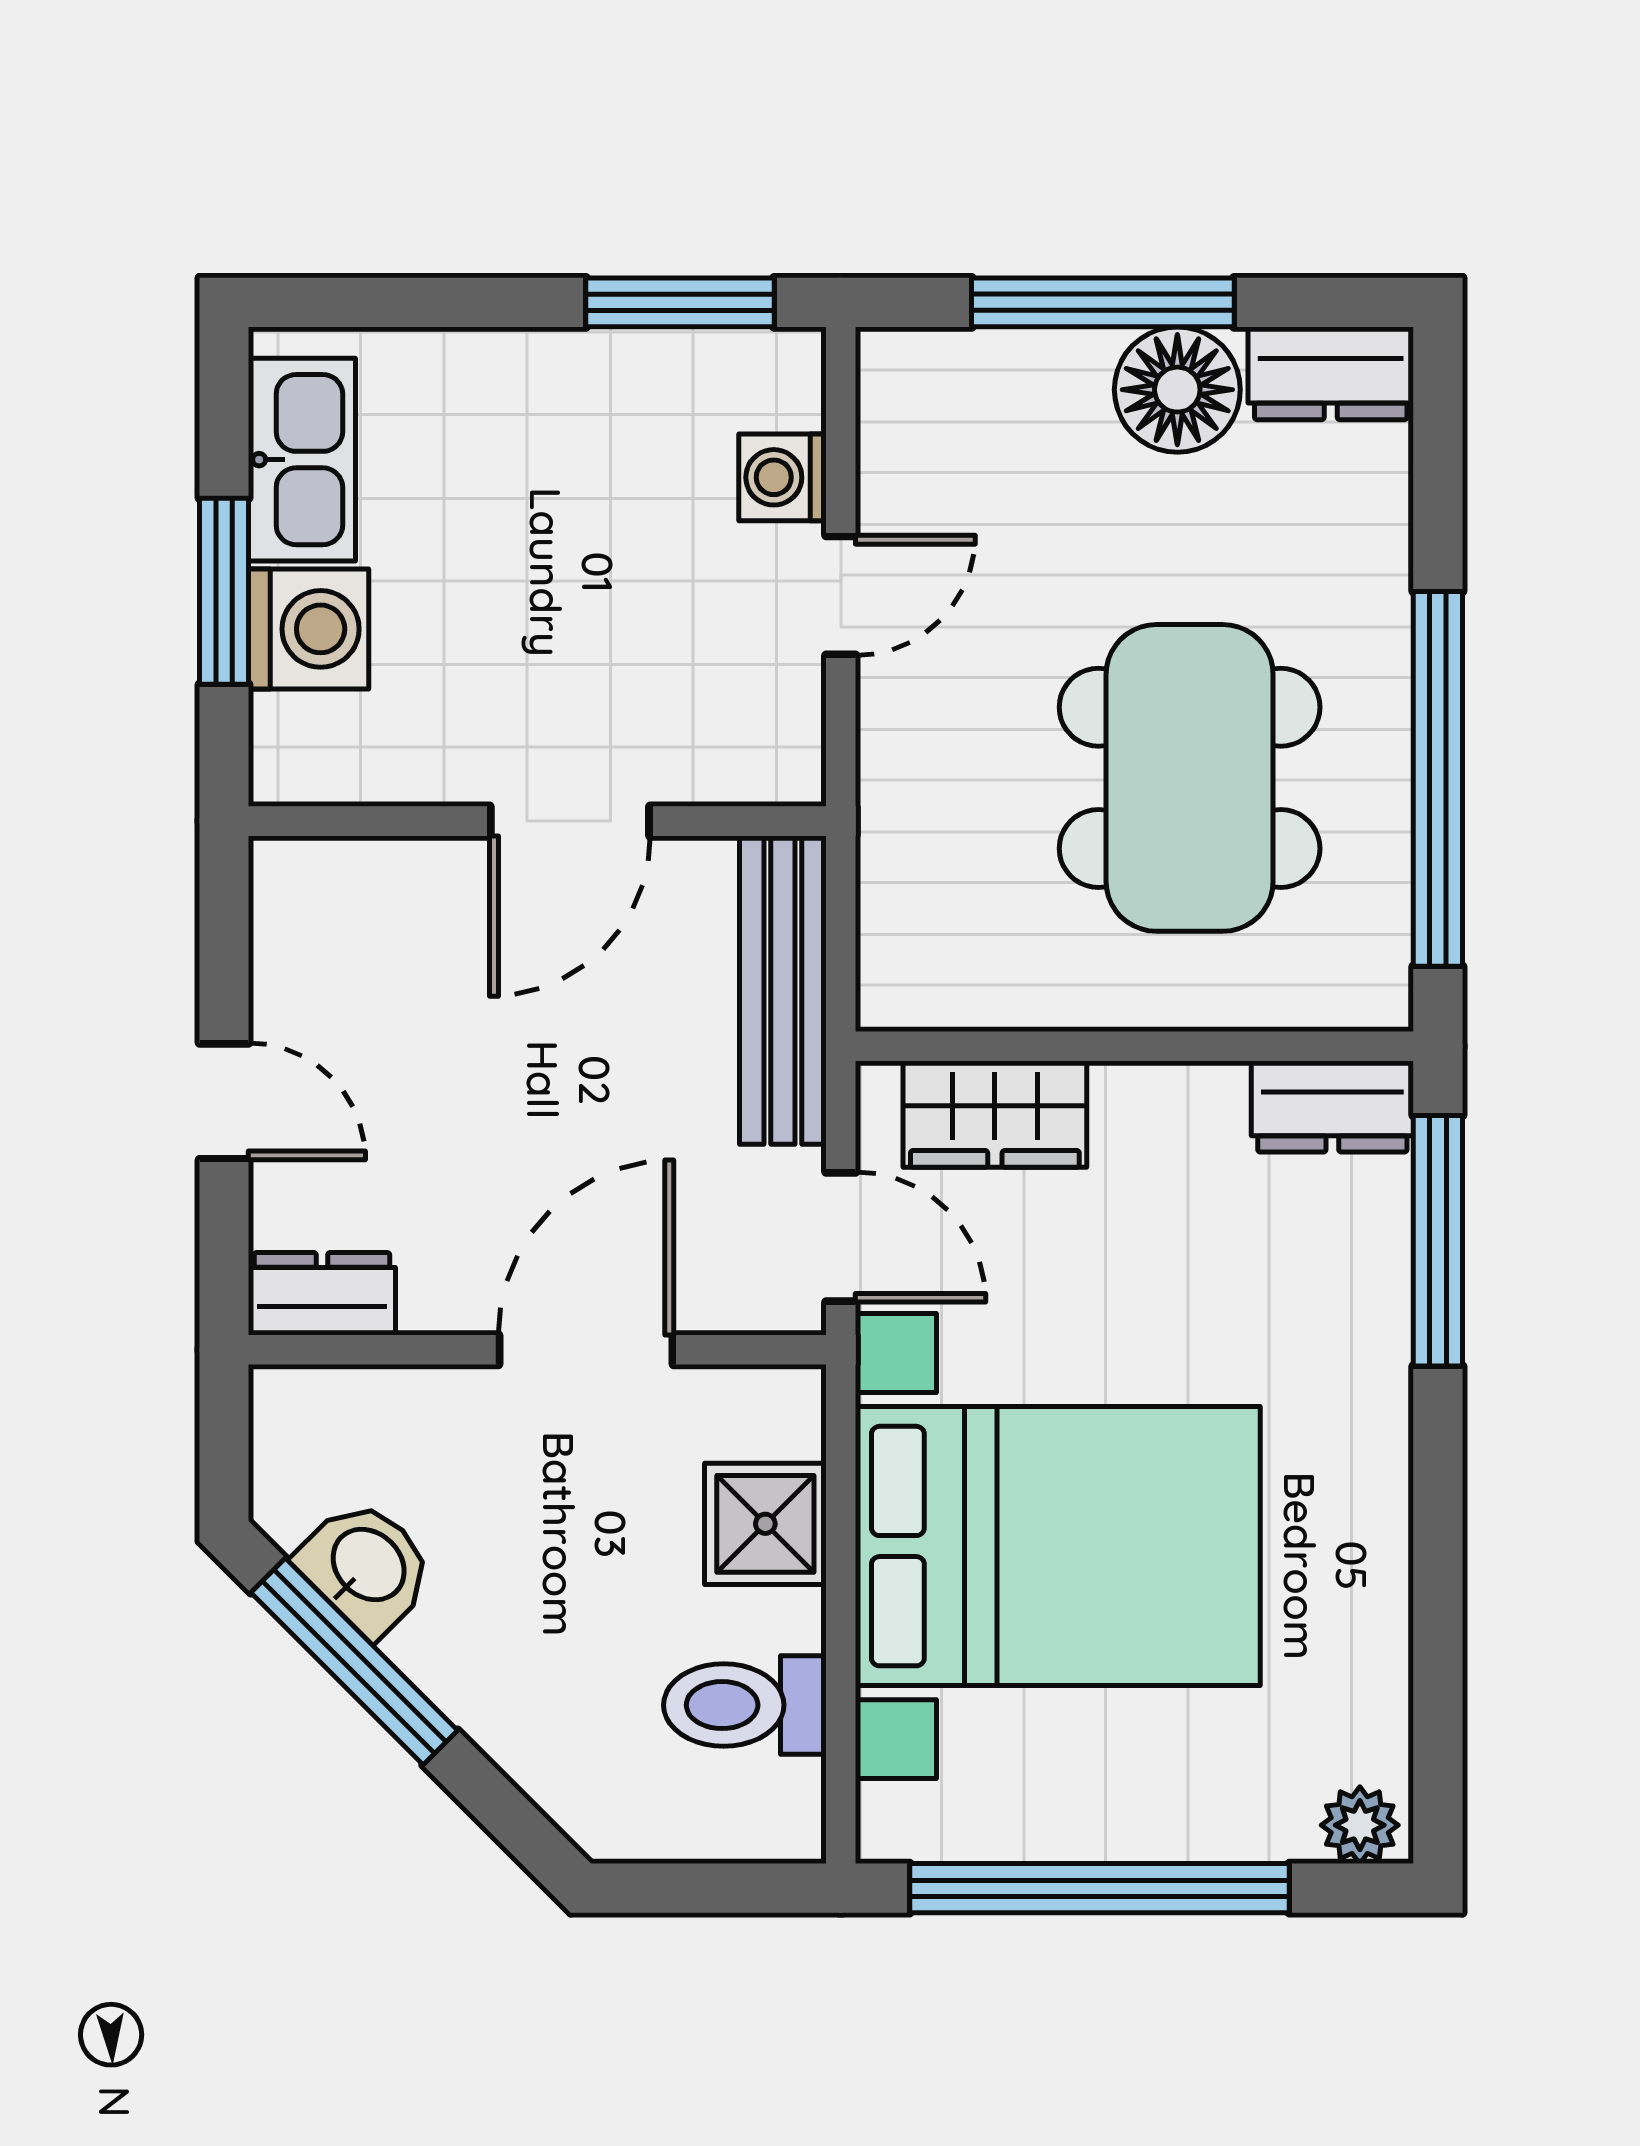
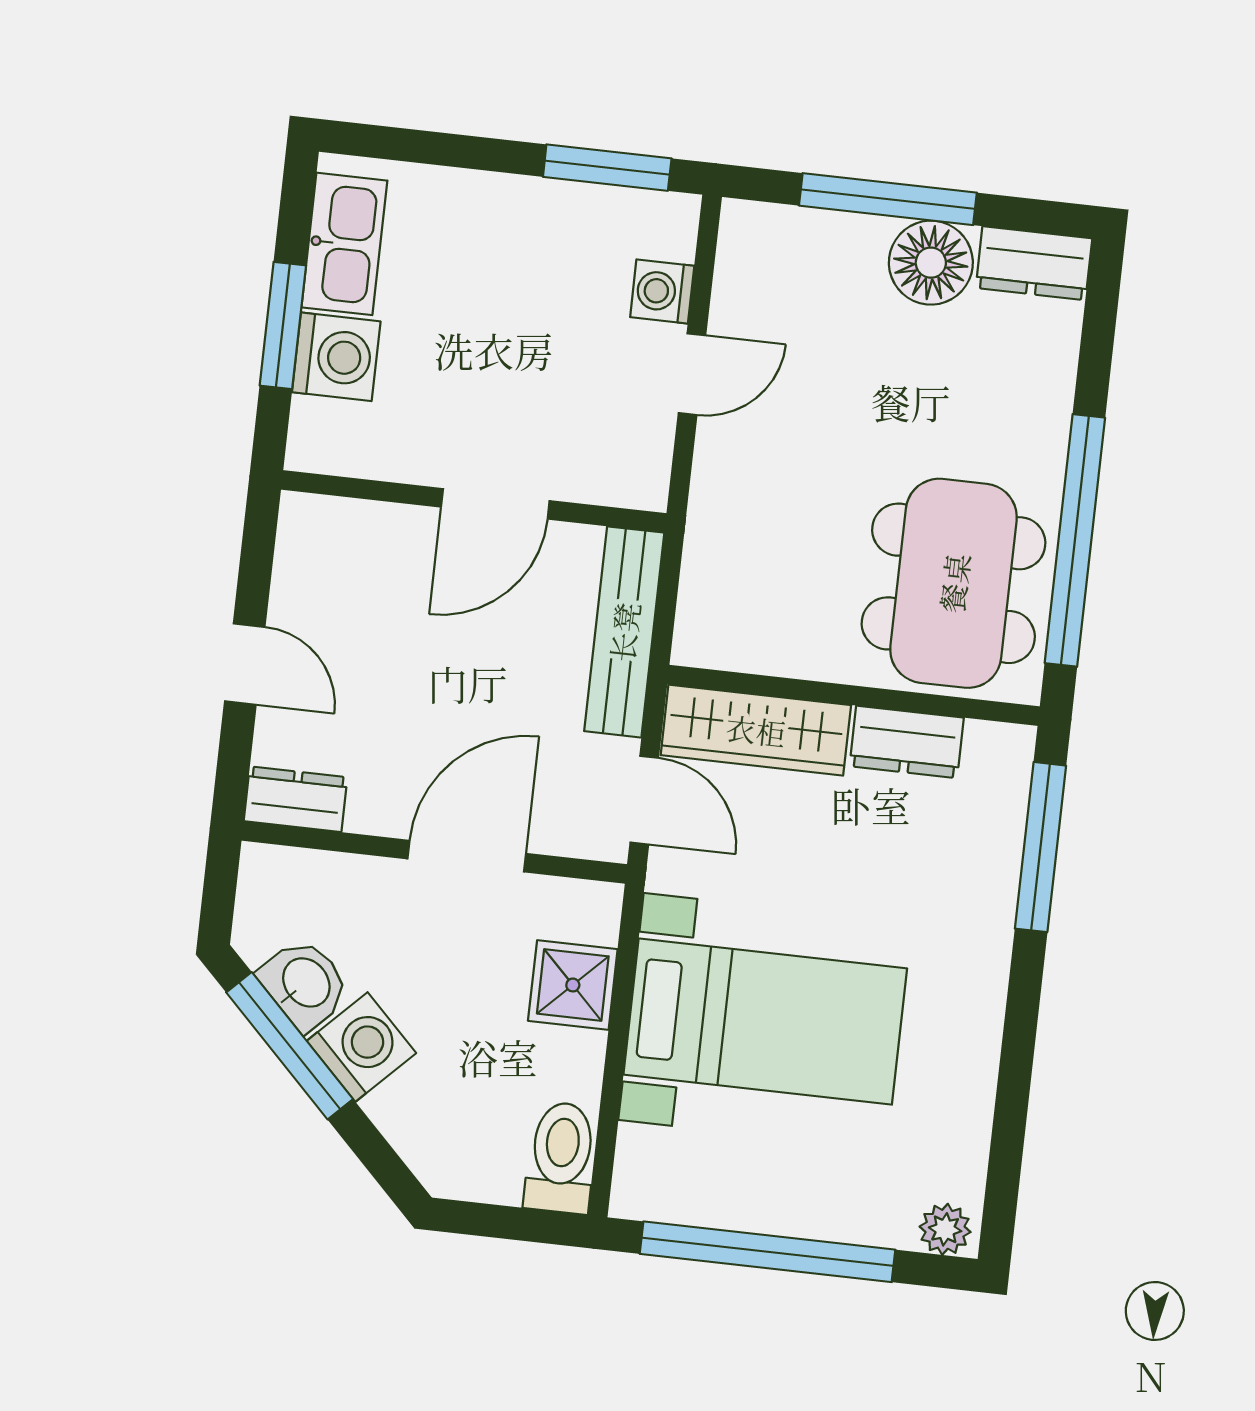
dining table: (1190, 778) -> (954, 583), moved
dresser: (1332, 1107) -> (907, 742), moved
wardrobe: (995, 1114) -> (756, 730), width x1.50
bed with nightstands: (1058, 1546) -> (765, 1022), width x0.73
washing machine: (461, 1651) -> (361, 1047), added
toilet: (745, 1705) -> (561, 1158), moved, turned 90

